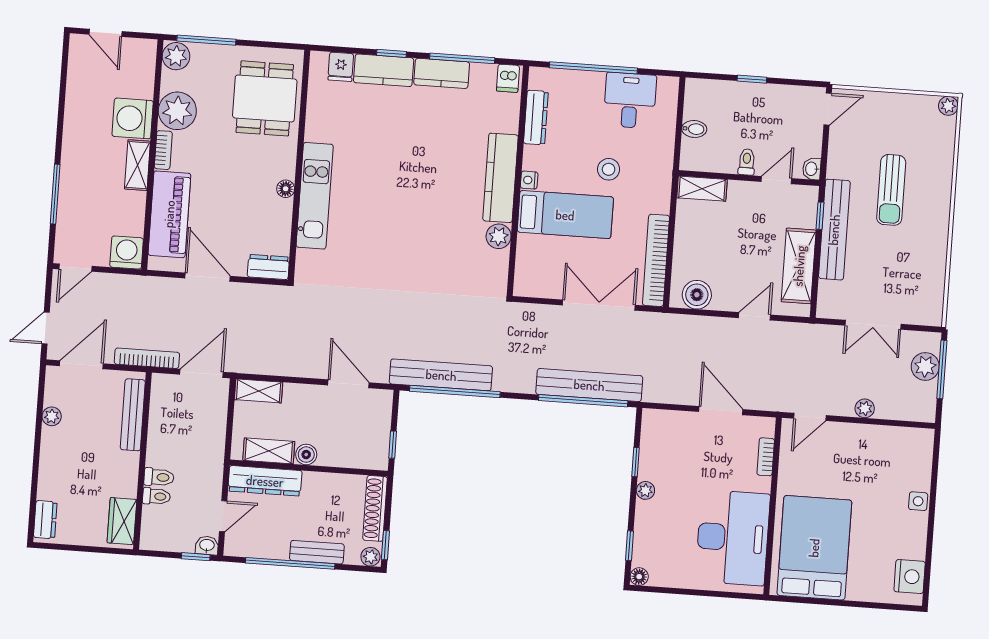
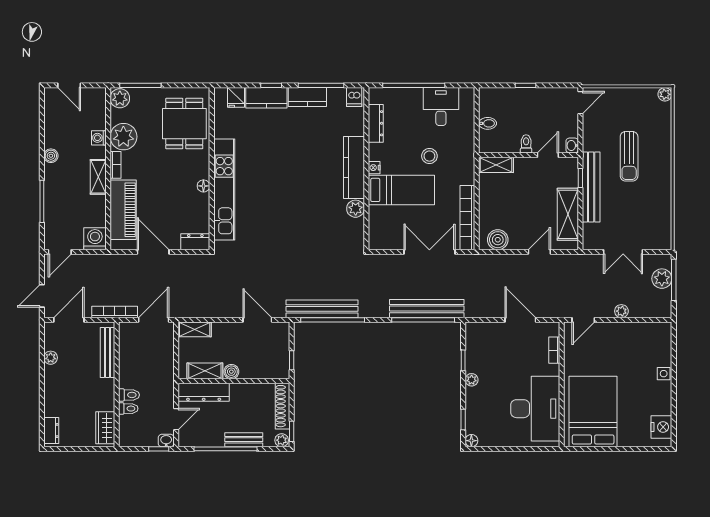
washing machine: (133, 118) -> (99, 138), width x0.53, depth x0.53
boiler: (73, 130) -> (51, 156), added
kitchen unit: (315, 196) -> (224, 189), width x1.36

